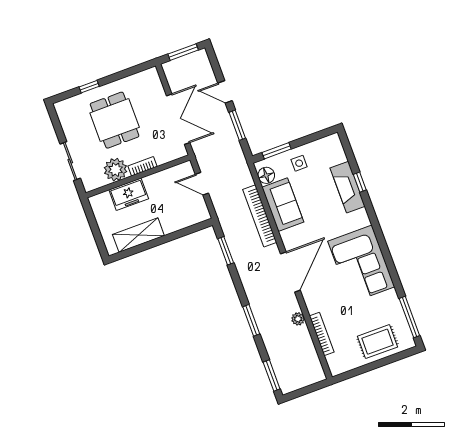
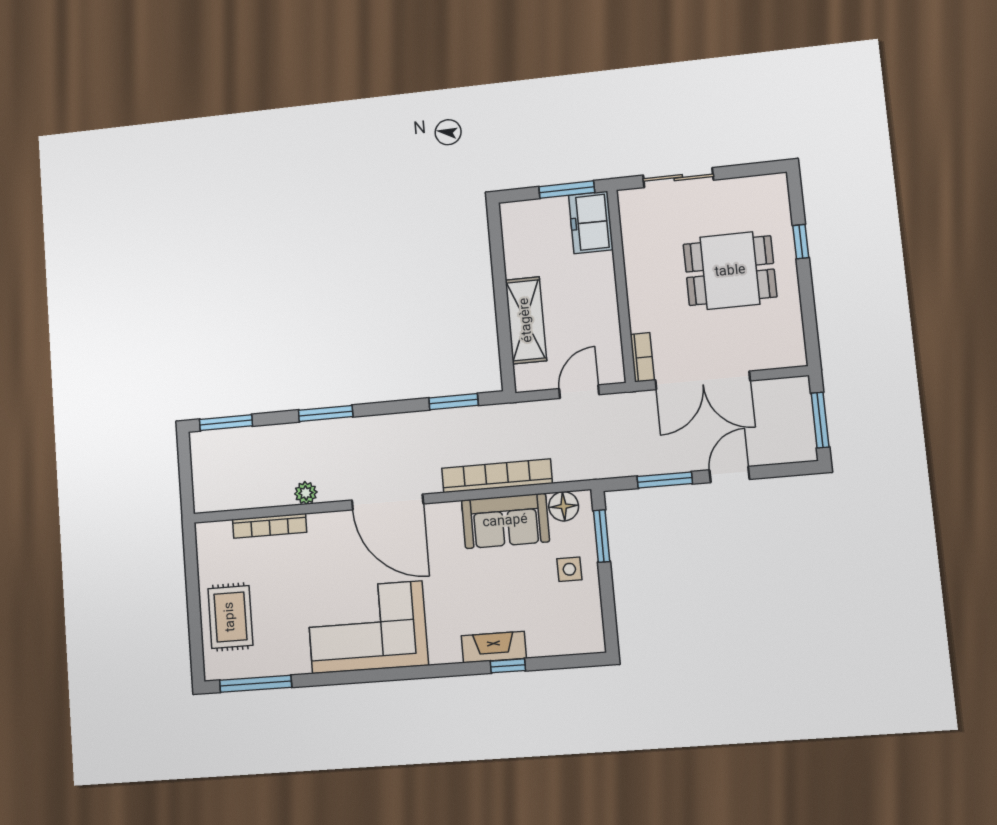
bookcase: (143, 166) -> (642, 357), moved
plant: (116, 170) -> (643, 251), removed
fireplace: (348, 187) -> (494, 647), width x0.73, depth x0.76
freezer: (129, 194) -> (591, 222), moved
window: (92, 220) -> (567, 190), added
shelving: (138, 235) -> (526, 320), moved

